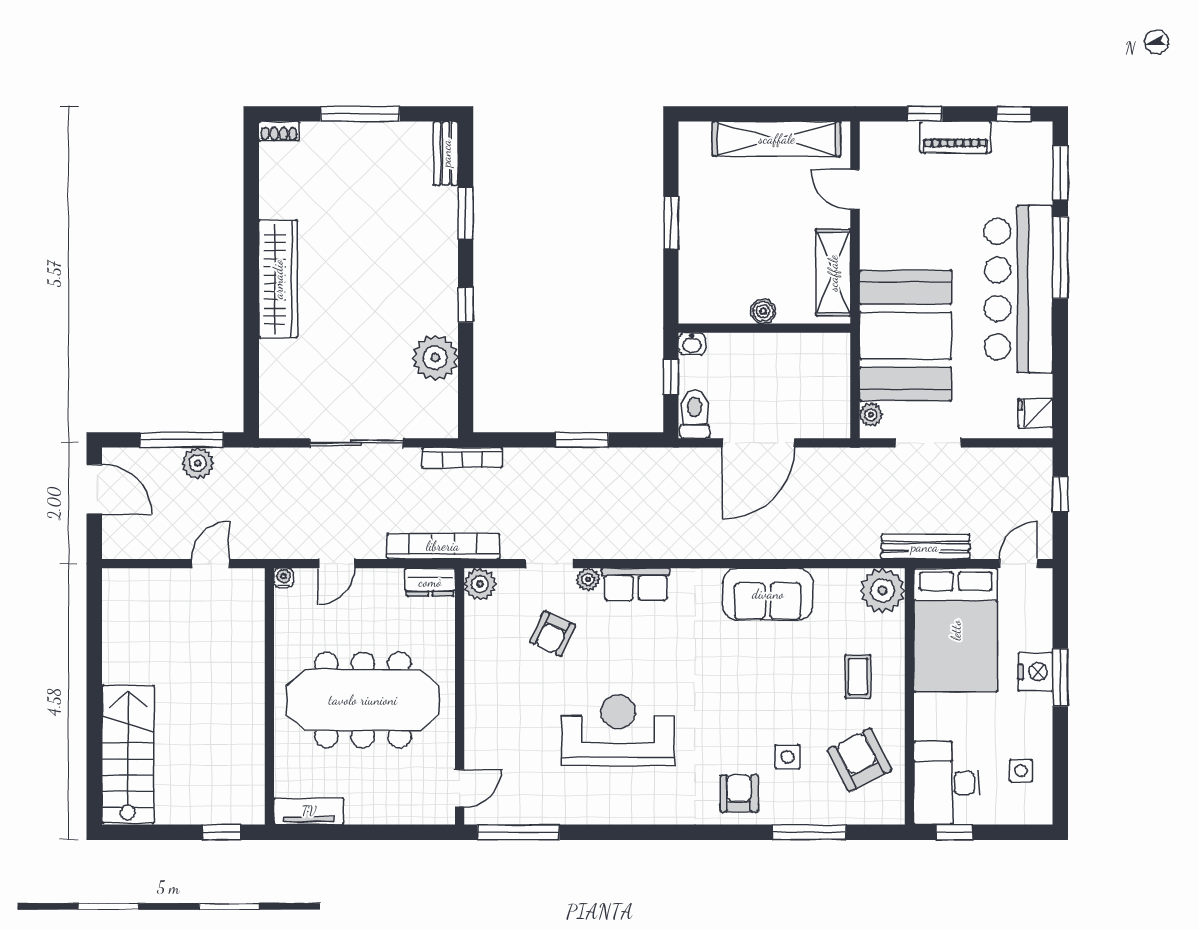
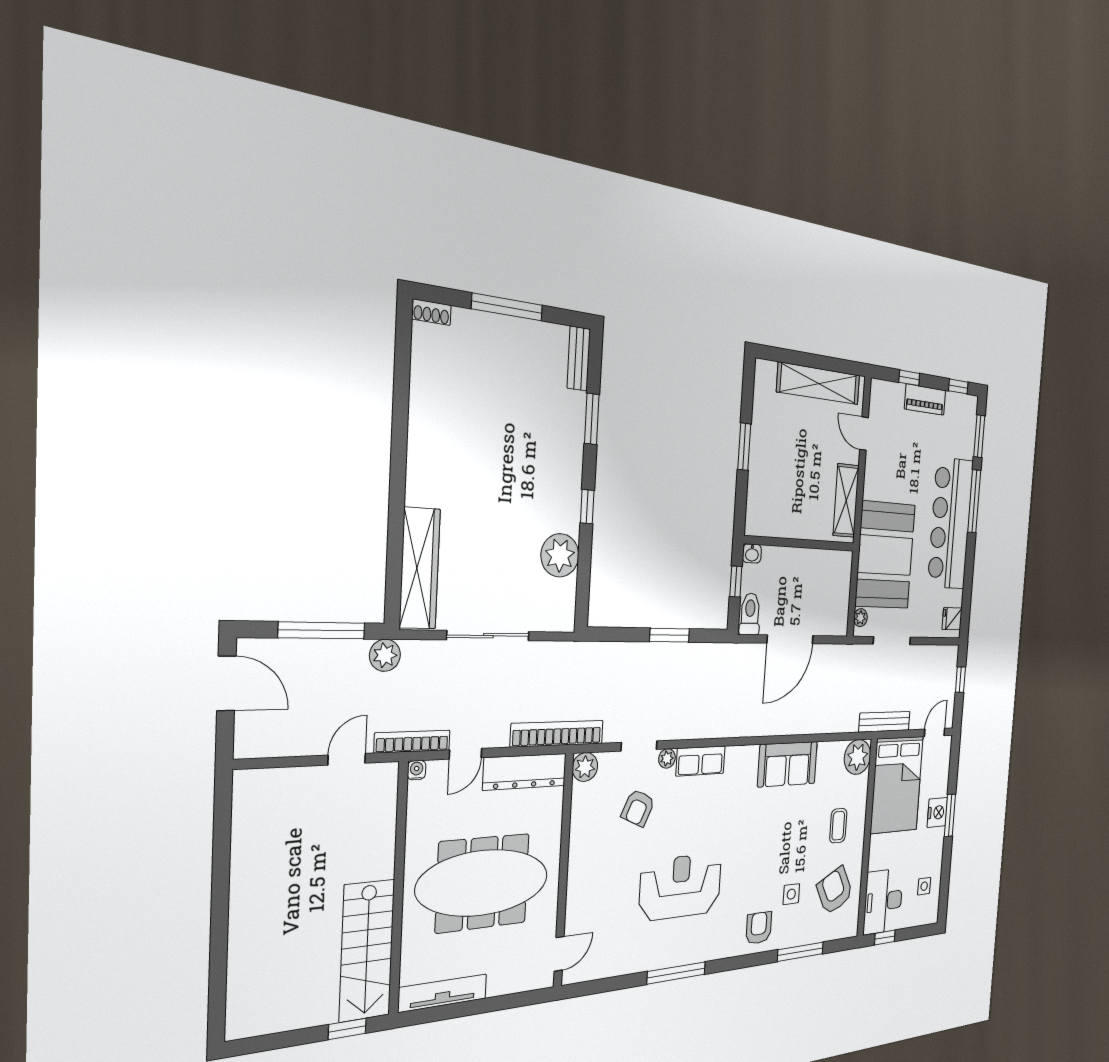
wardrobe: (278, 279) -> (420, 568), moved
boiler: (763, 311) -> (800, 529), removed
bookcase: (462, 458) -> (412, 742), moved, turned 180
plant: (198, 463) -> (385, 655), moved
dresser: (430, 582) -> (525, 772), width x1.96, depth x1.24
stairs: (128, 754) -> (367, 951), moved, turned 180
tv unit: (309, 811) -> (443, 993), width x1.41
window: (518, 832) -> (676, 973), moved

